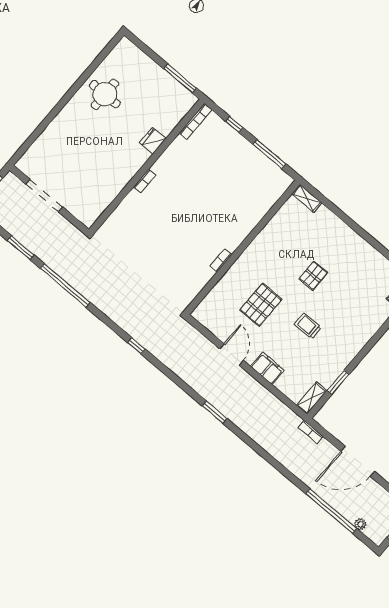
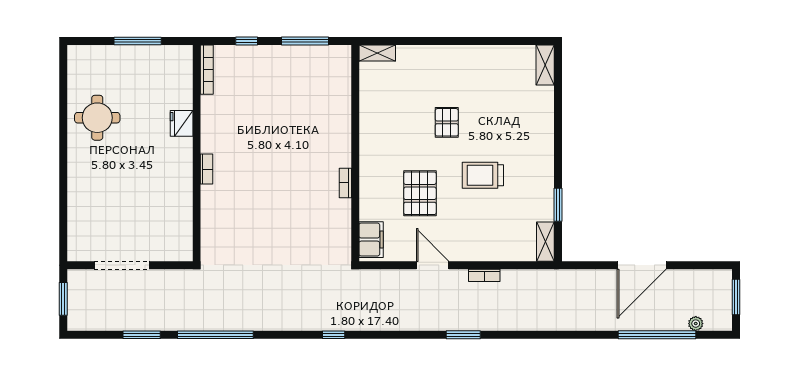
window: (180, 78) -> (138, 41), moved
trolley: (308, 326) -> (483, 175), width x1.36, depth x1.39
filing cabinet: (267, 368) -> (371, 240), moved, turned 90
bookcase: (311, 432) -> (484, 275), moved

